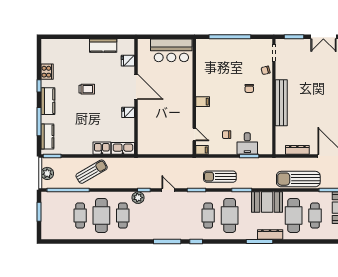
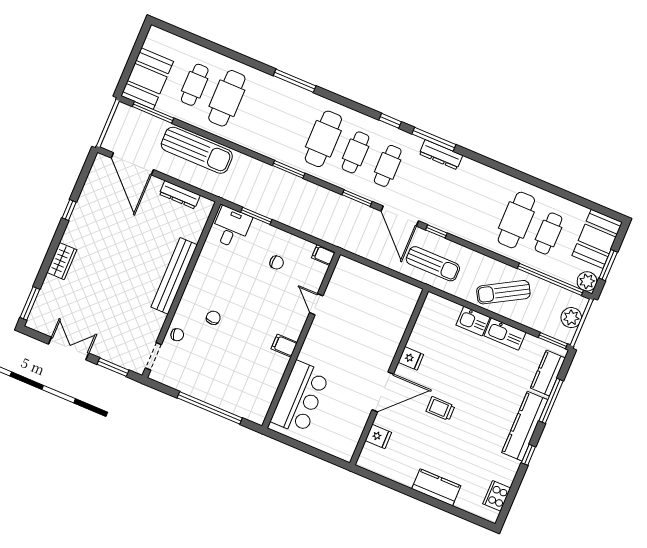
kitchen counter: (103, 46) -> (436, 487), moved
bar counter: (171, 50) -> (300, 398), moved, turned 90
cooker: (47, 72) -> (497, 496), moved
door: (136, 87) -> (383, 392), swing flipped
trolley: (87, 89) -> (440, 409), moved
kitchen counter: (48, 101) -> (525, 426), width x1.50
filing cabinet: (203, 102) -> (284, 346), moved
door: (194, 134) -> (316, 304), moved
desk: (247, 144) -> (231, 227), moved
kitchen sink: (123, 148) -> (505, 334), moved
sun lounger: (220, 177) -> (433, 264), moved
door: (168, 190) -> (400, 216), width x1.88
plant: (138, 198) -> (587, 281), moved
booth: (267, 202) -> (597, 239), moved, turned 90
cafe table: (123, 215) -> (388, 166), moved
dresser: (270, 234) -> (441, 155), moved

